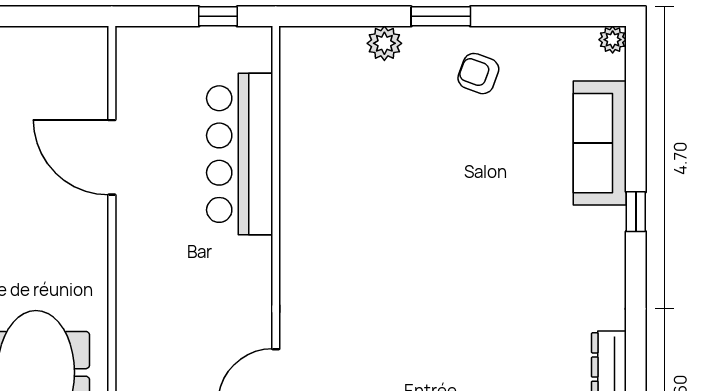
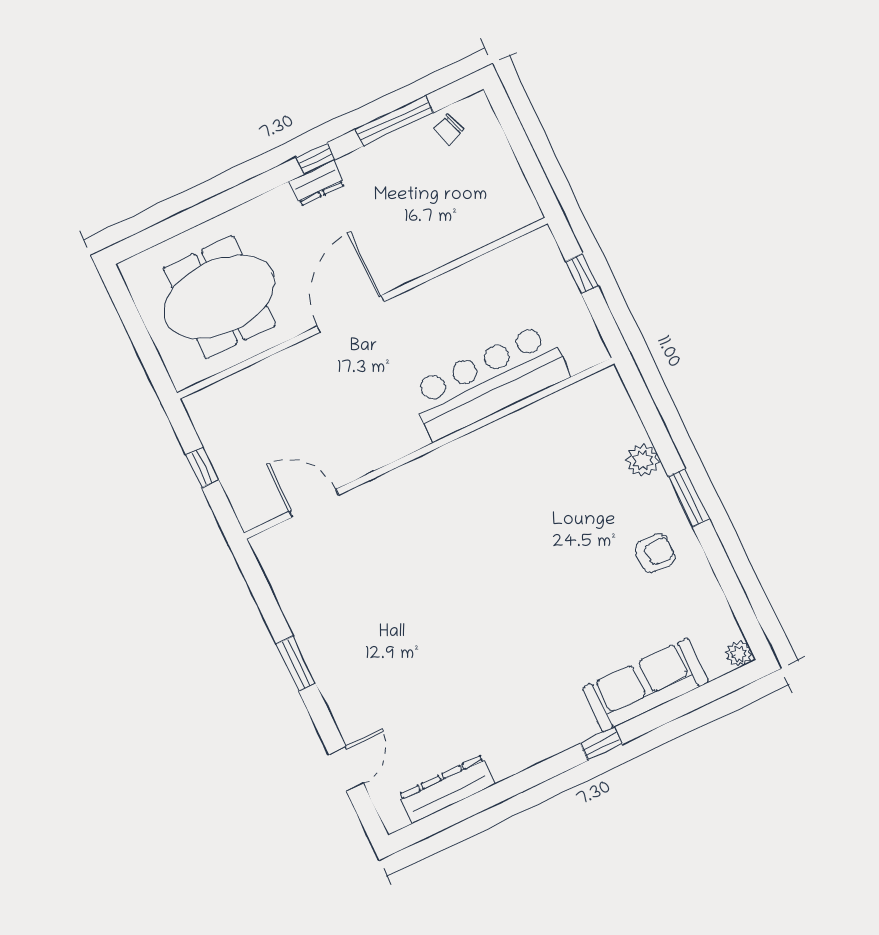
window: (218, 16) -> (582, 273), moved
armchair: (478, 74) -> (655, 553), turned 70
door: (112, 157) -> (350, 314), moved

